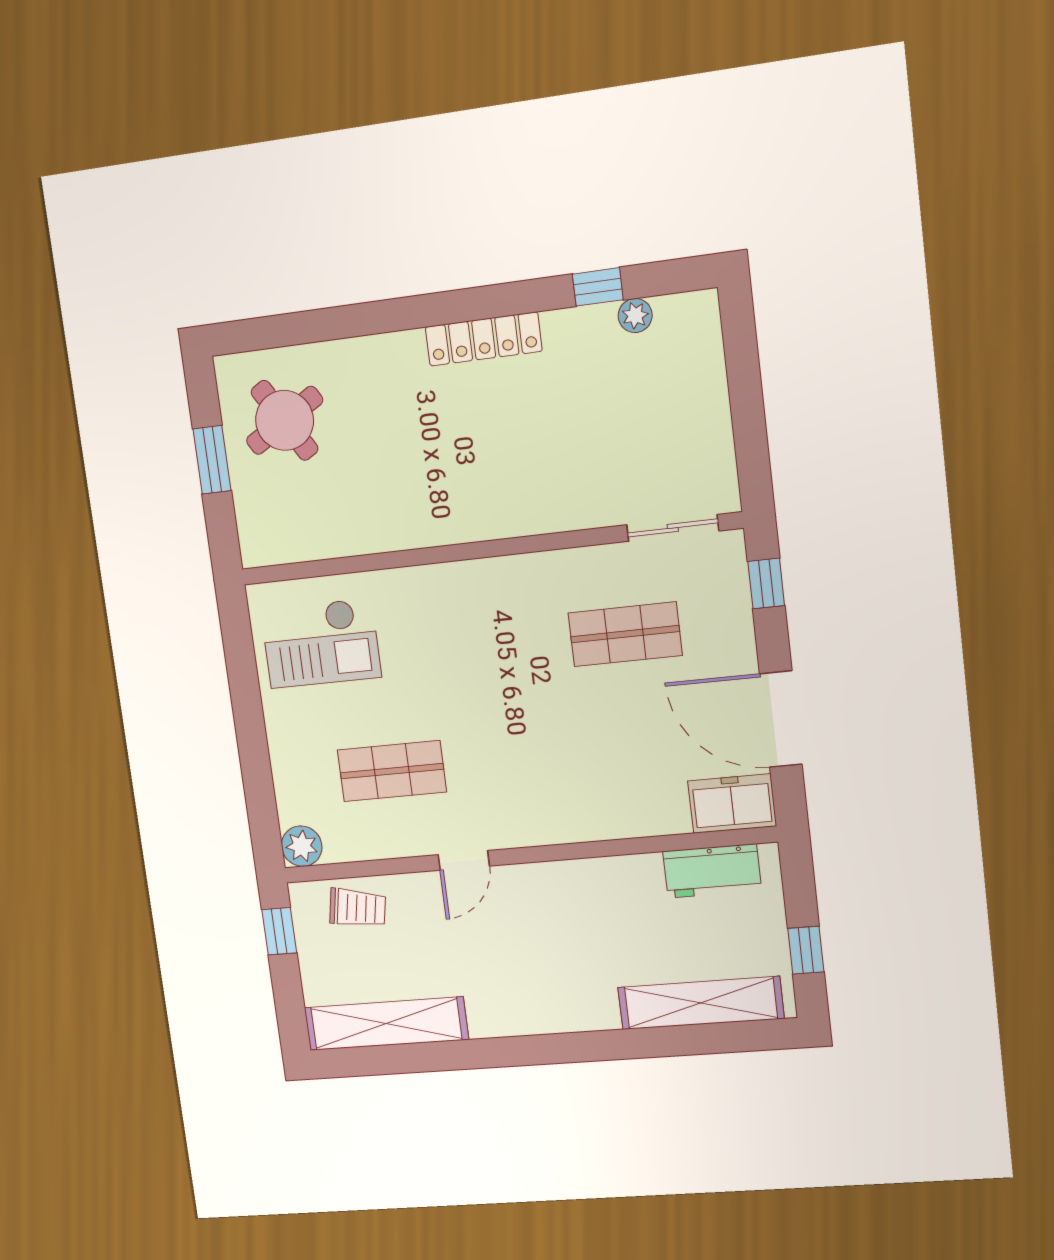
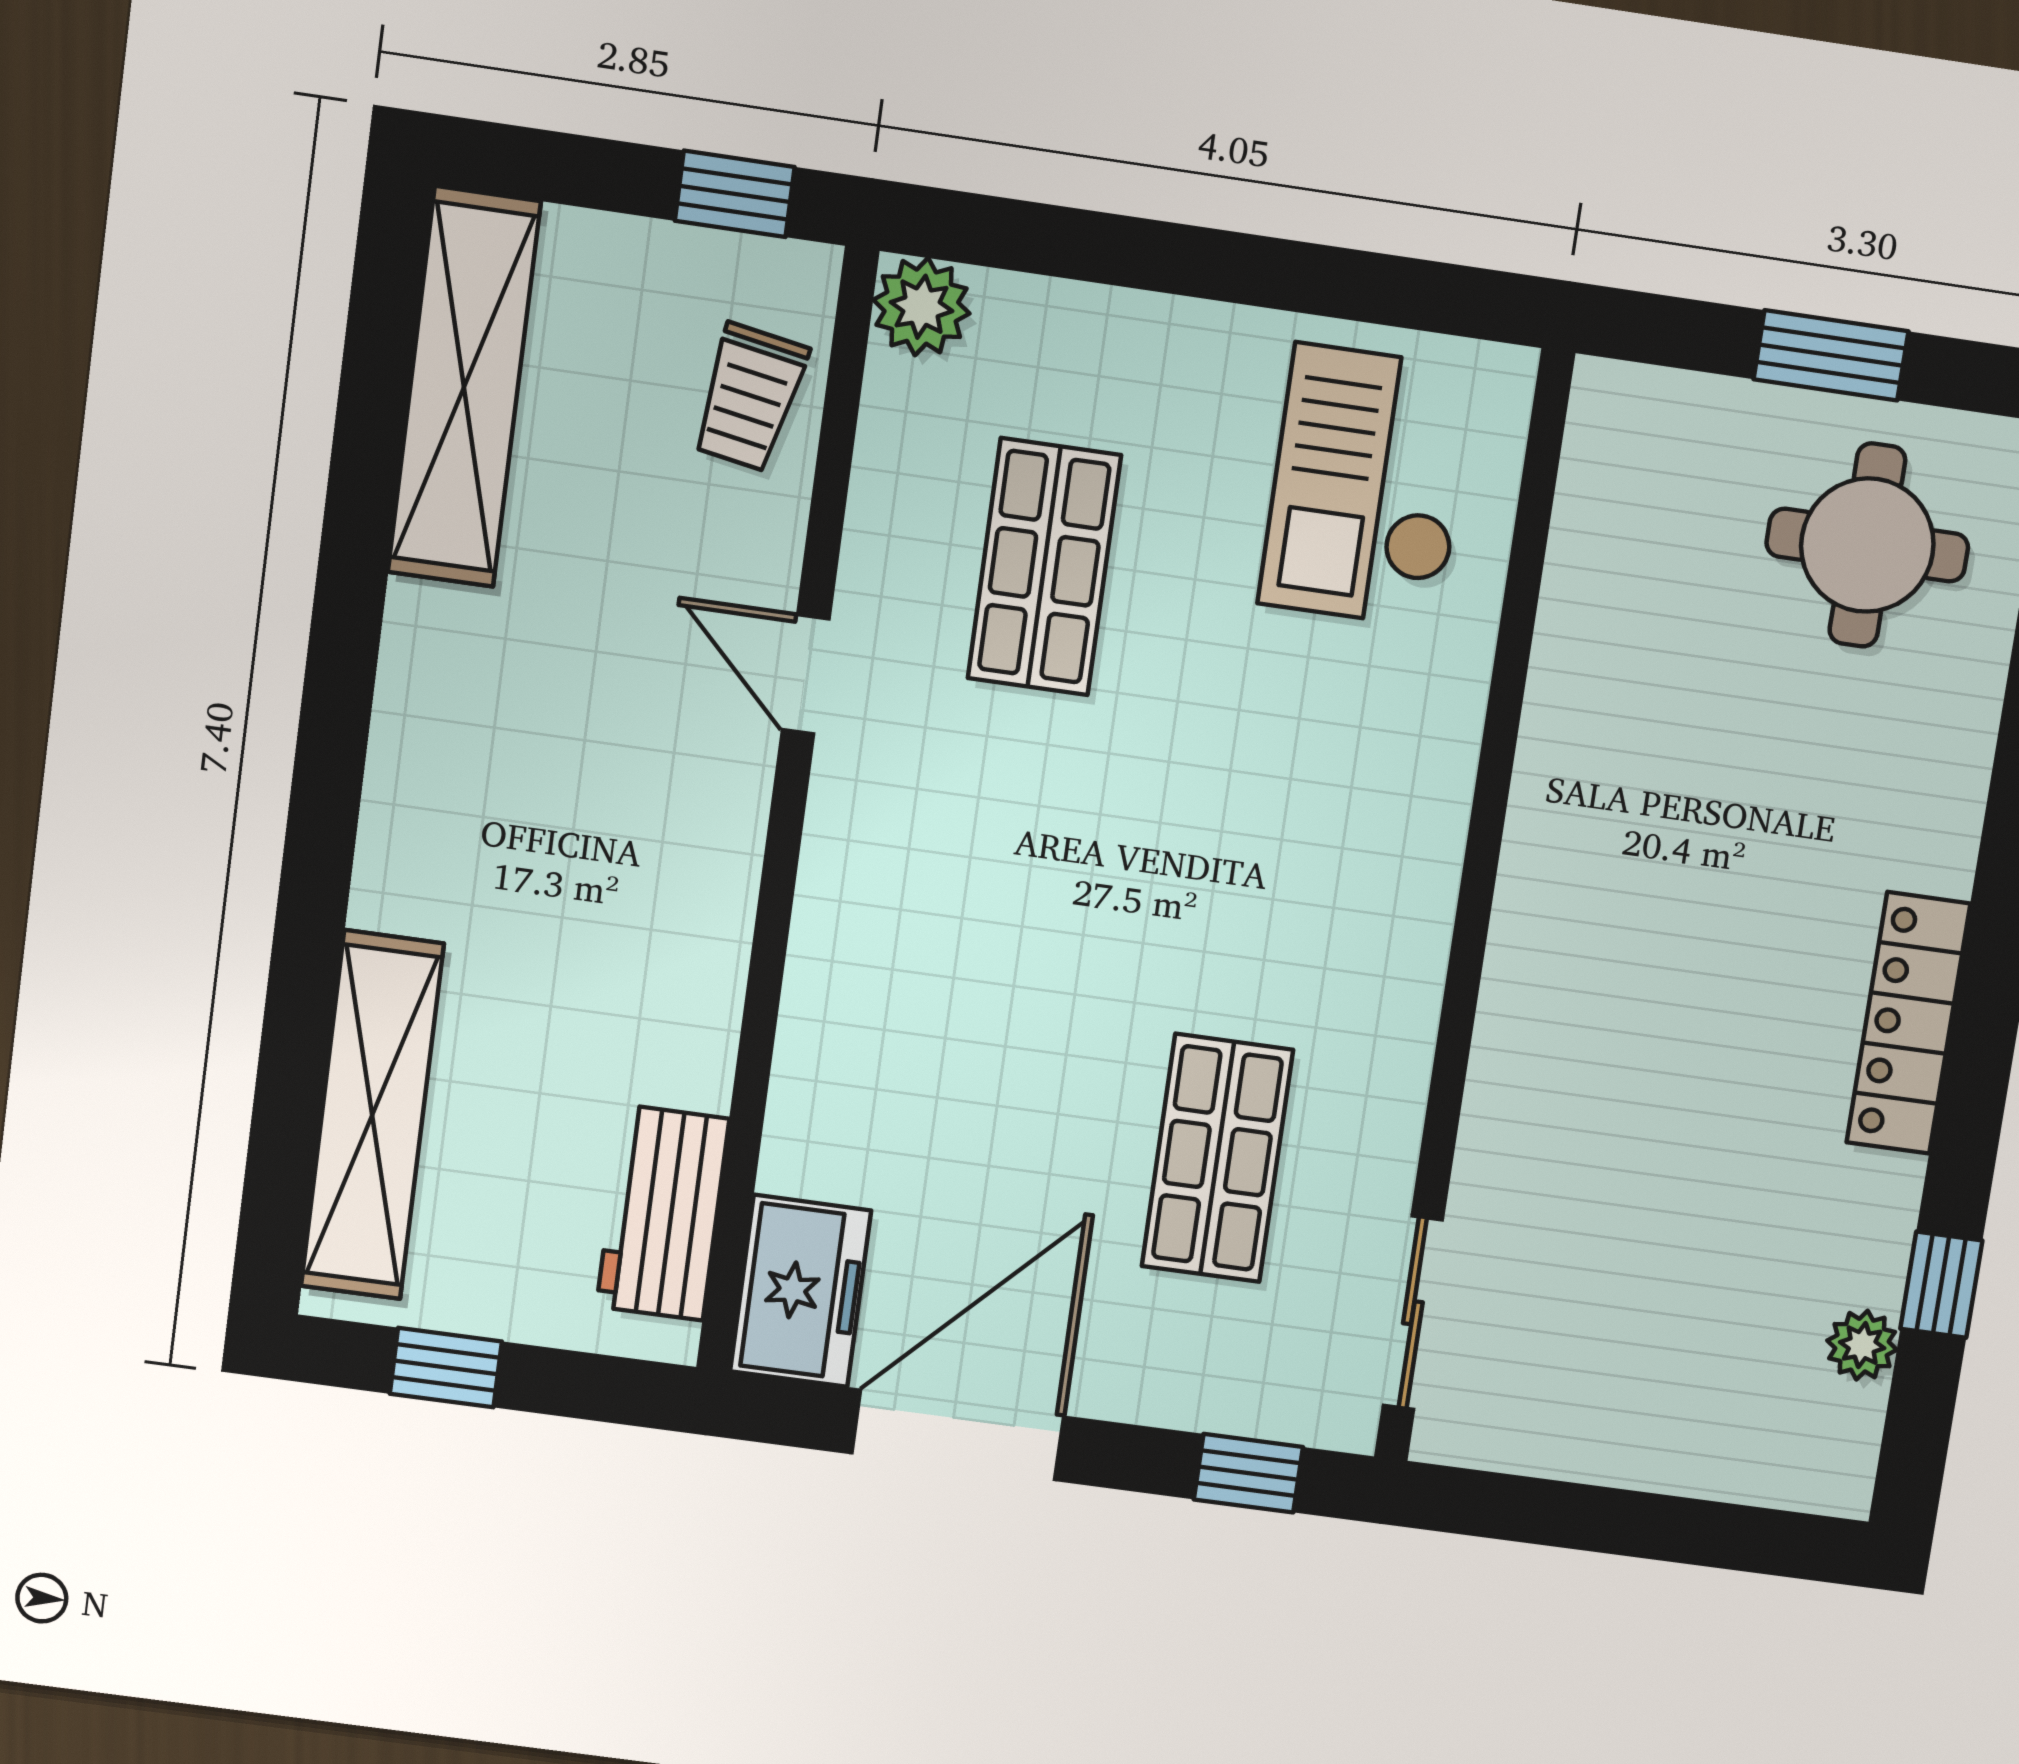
round table: (285, 420) -> (1867, 545), turned 31

